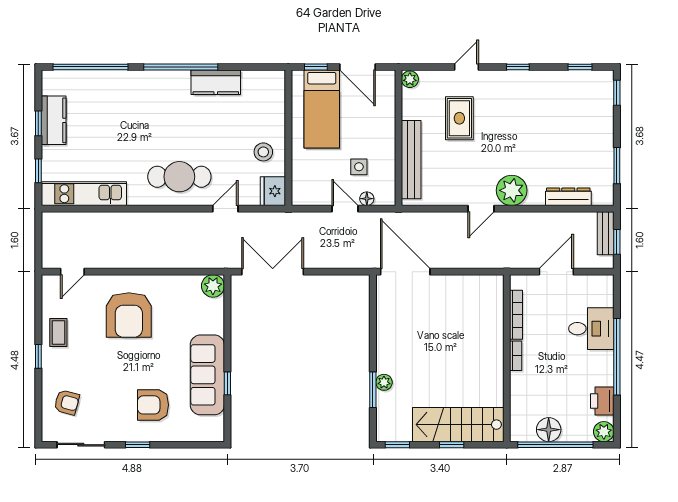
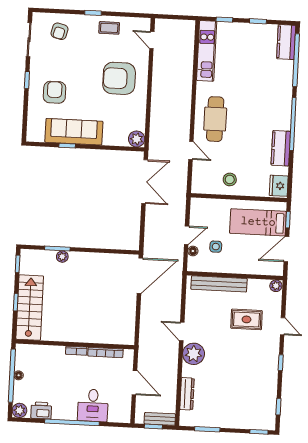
kitchen counter: (54, 120) -> (286, 42), moved, turned 90
fridge: (273, 191) -> (279, 186), moved, turned -90
floor lamp: (549, 430) -> (19, 375), width x0.53, depth x0.53

